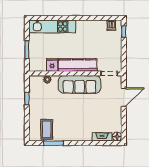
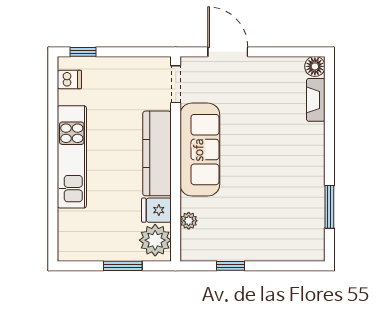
kitchen unit: (52, 26) -> (72, 157), moved
plant: (38, 64) -> (155, 240), added
coffee table: (47, 129) -> (299, 222), removed

